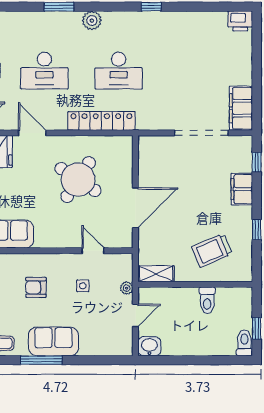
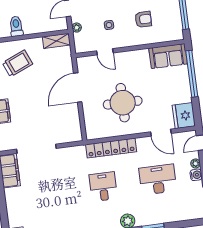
desk: (119, 71) -> (103, 187), width x0.73
round table: (78, 180) -> (123, 103), turned -33

